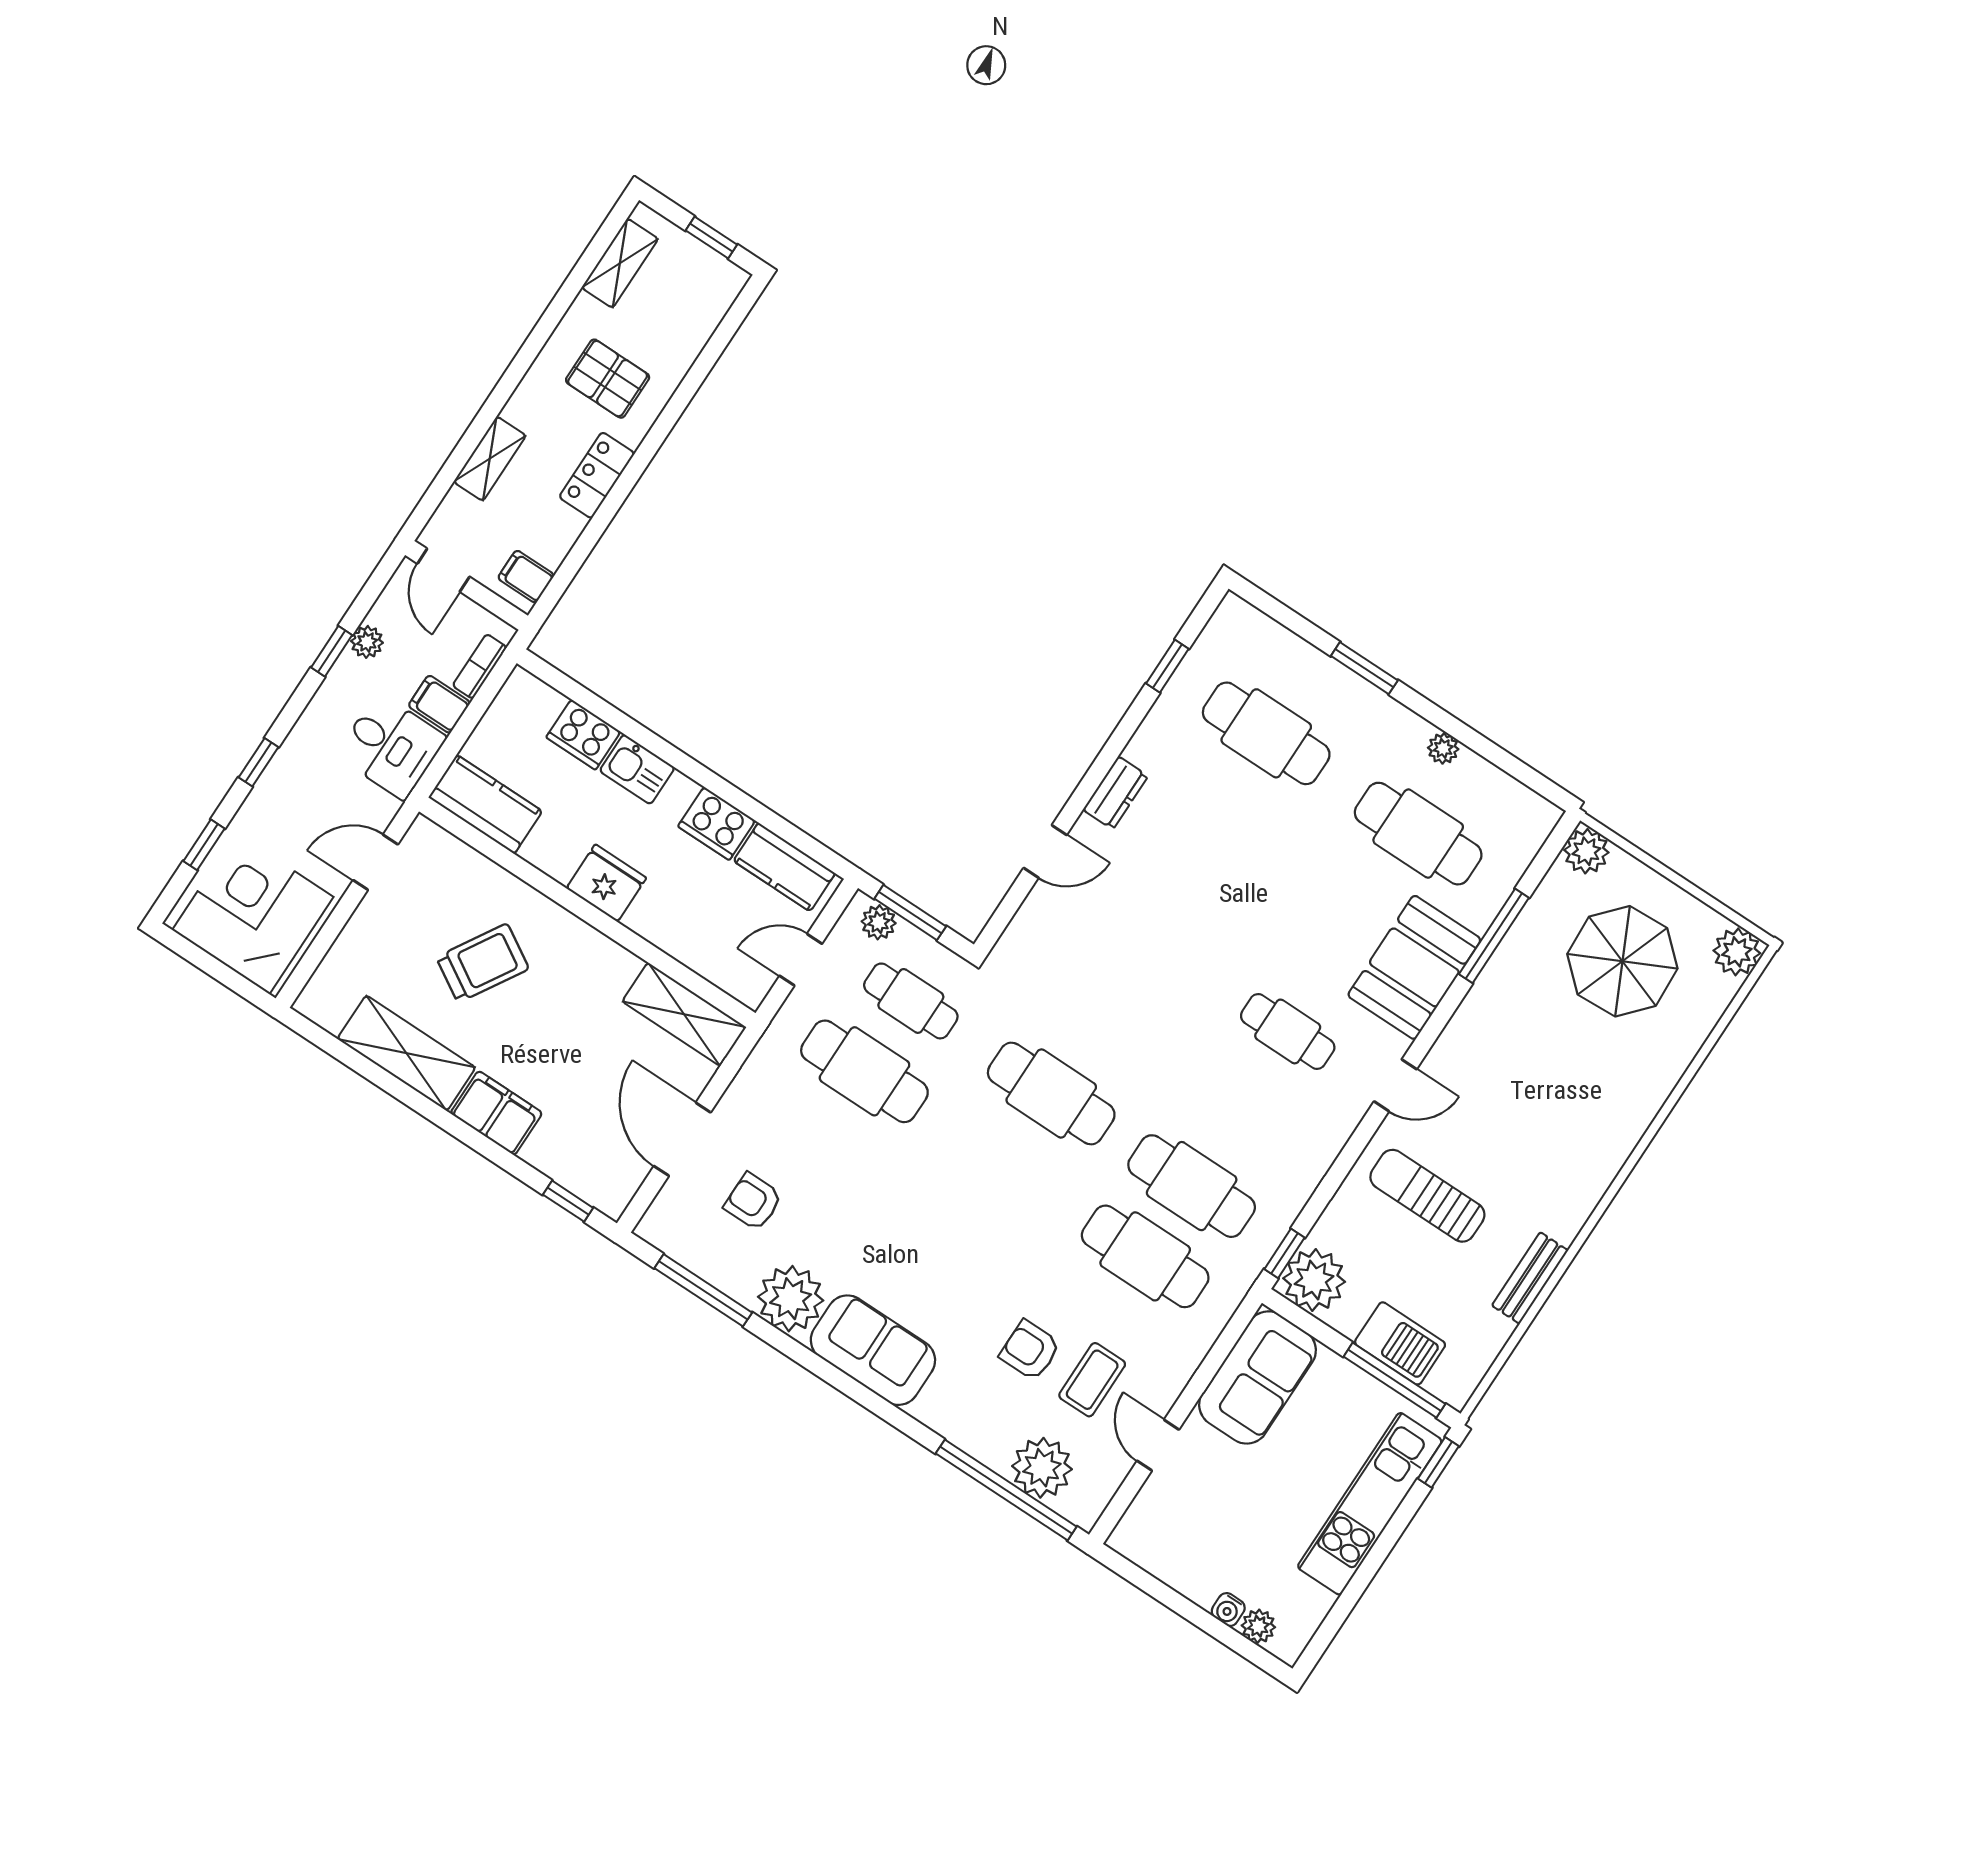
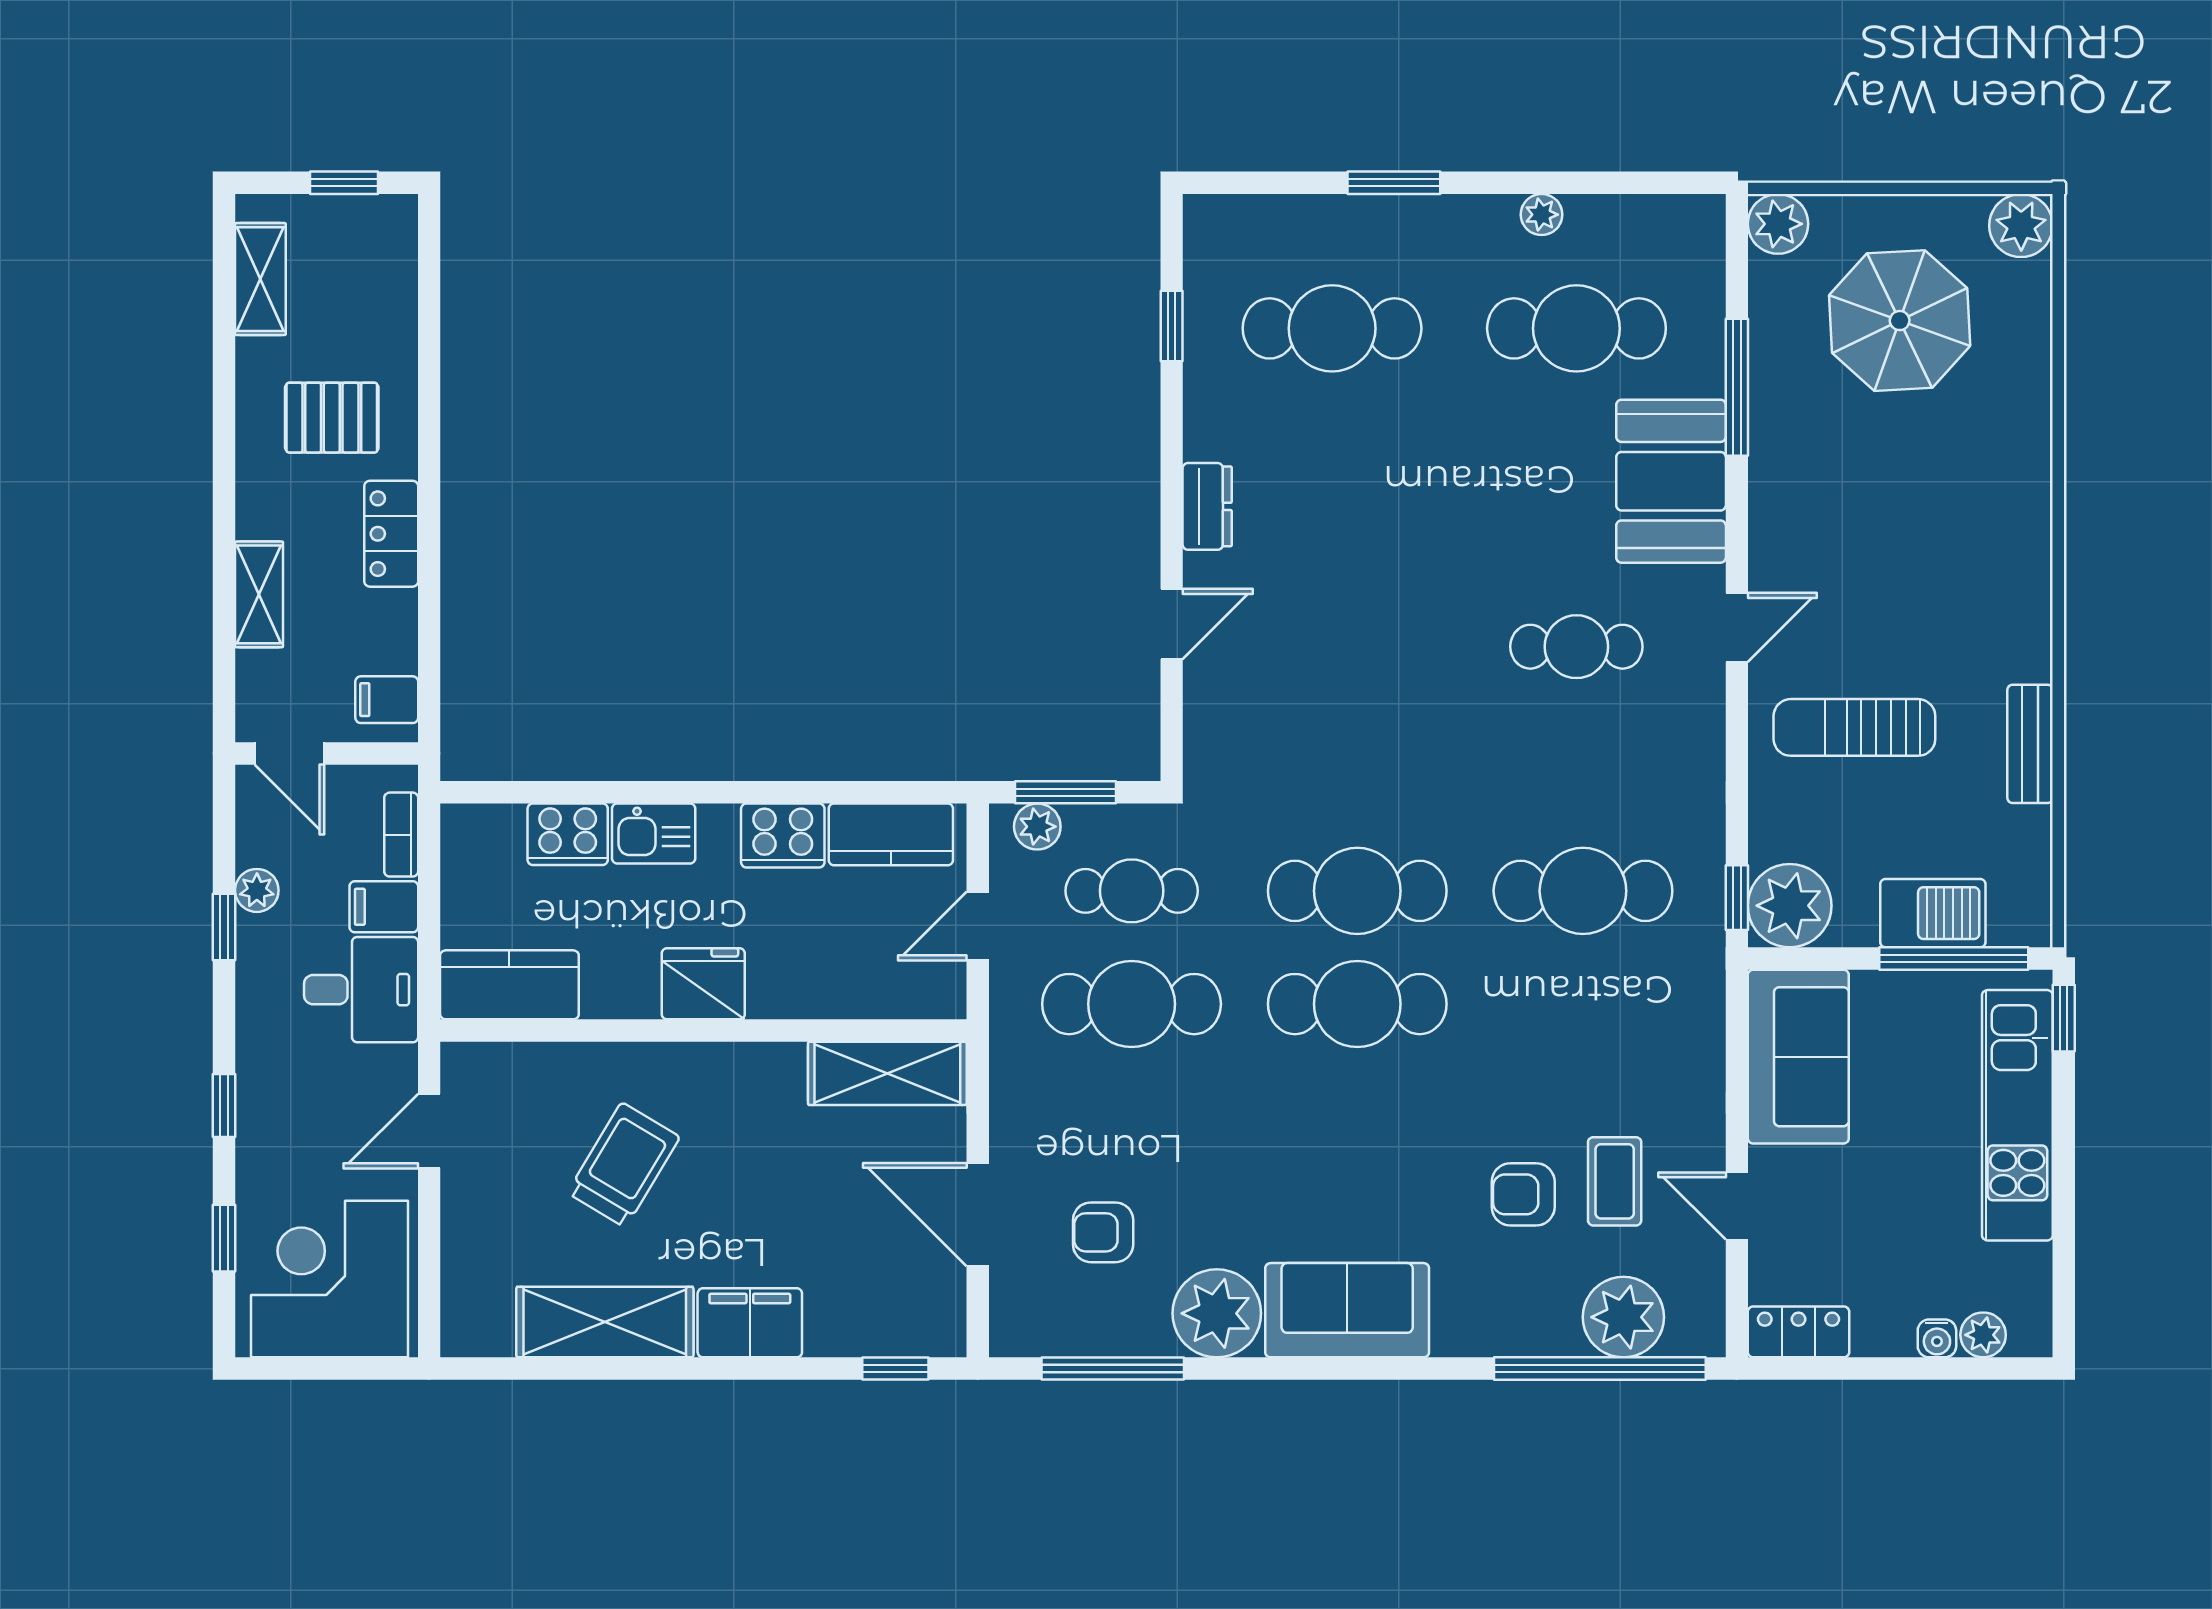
cafe table: (1145, 1256) -> (1357, 1004), moved
locker: (1145, 1549) -> (1798, 1332), added

